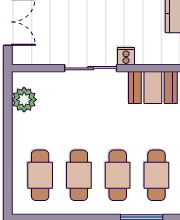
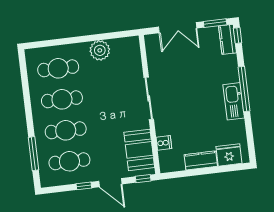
cooker: (126, 56) -> (164, 143), moved
plant: (24, 100) -> (100, 50), moved

